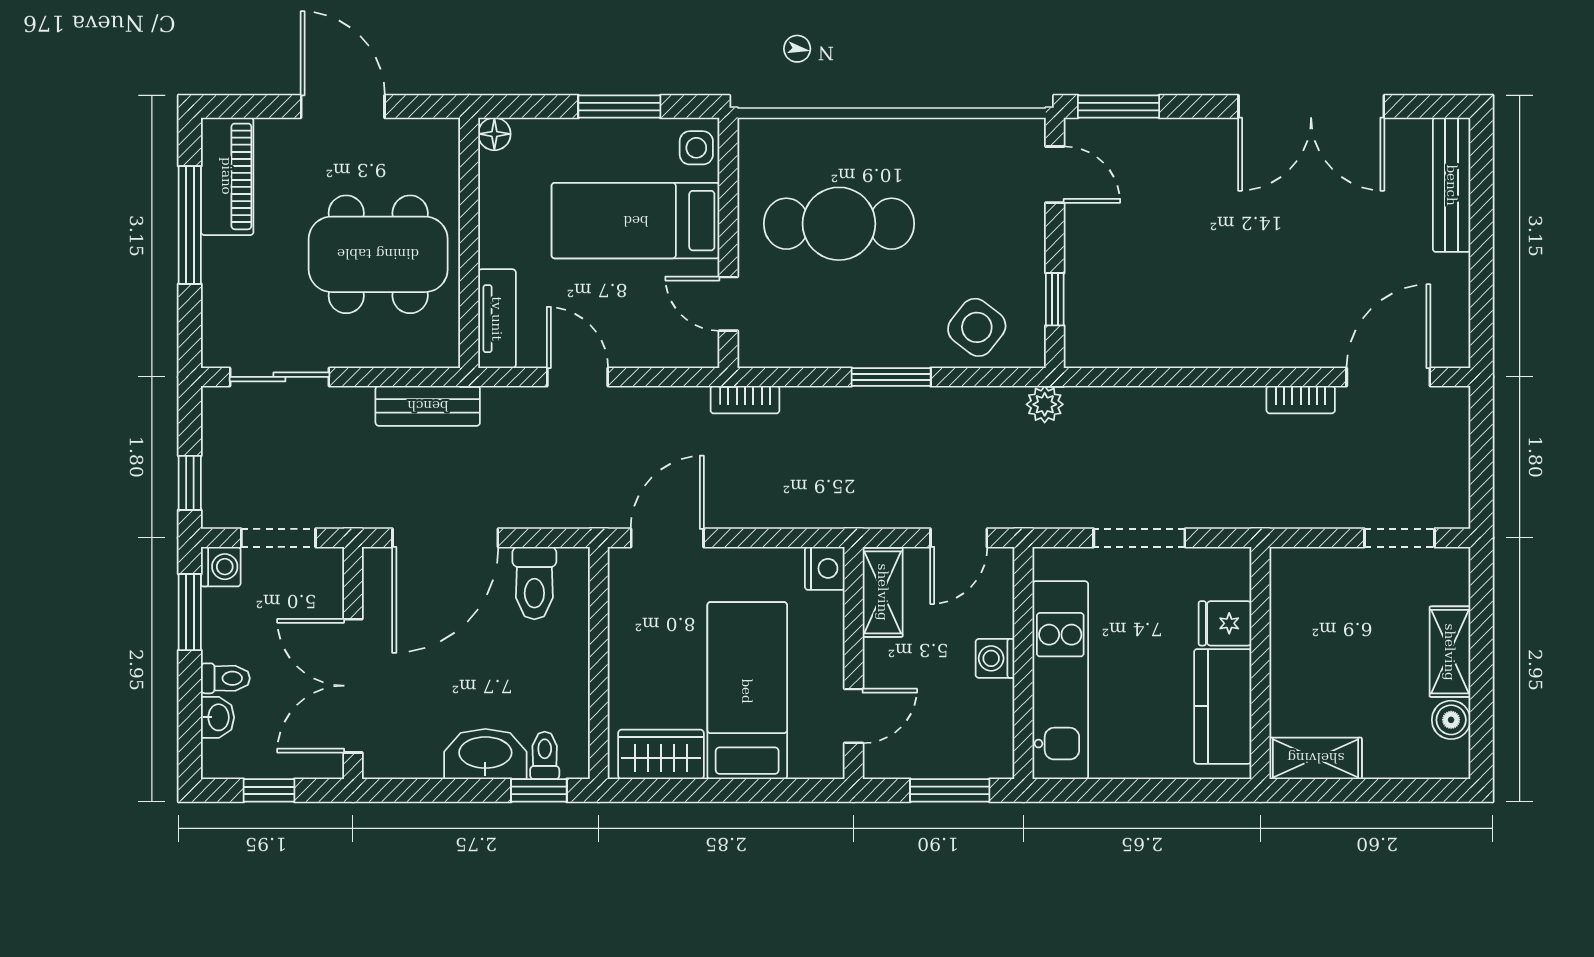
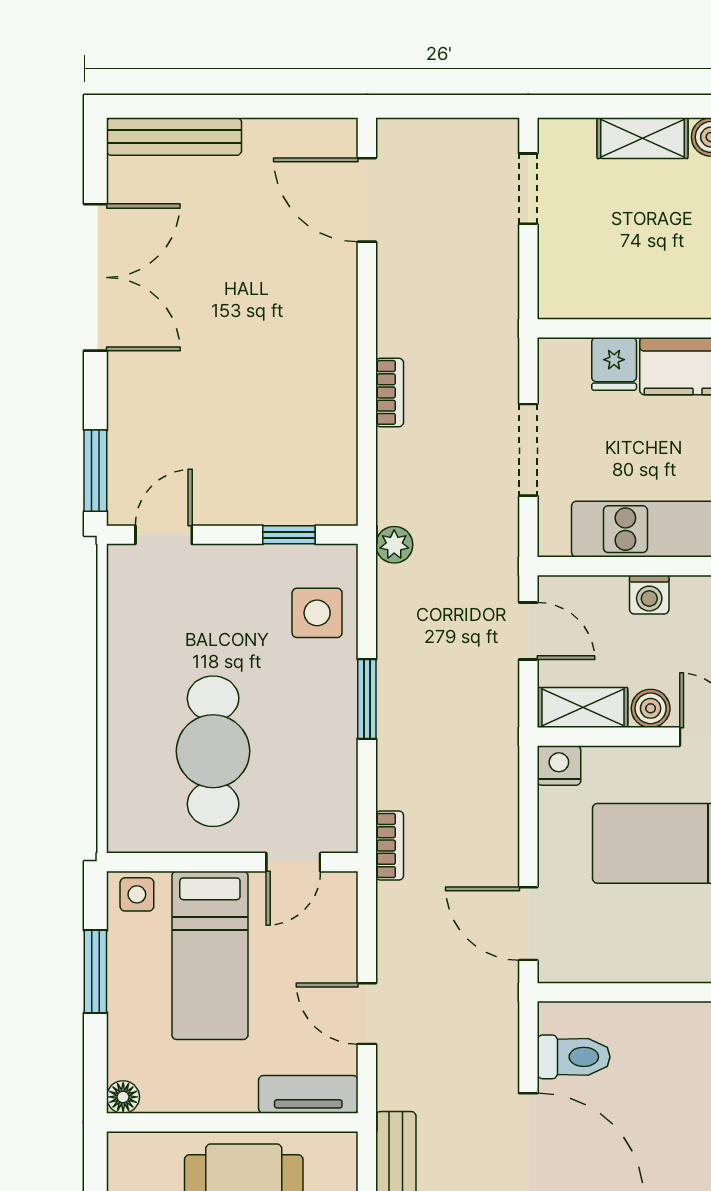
side table: (977, 327) -> (317, 613), turned -38
door: (577, 377) -> (367, 1014), hinge flipped
bookcase: (1301, 400) -> (390, 392), moved
boiler: (882, 660) -> (651, 708), added

